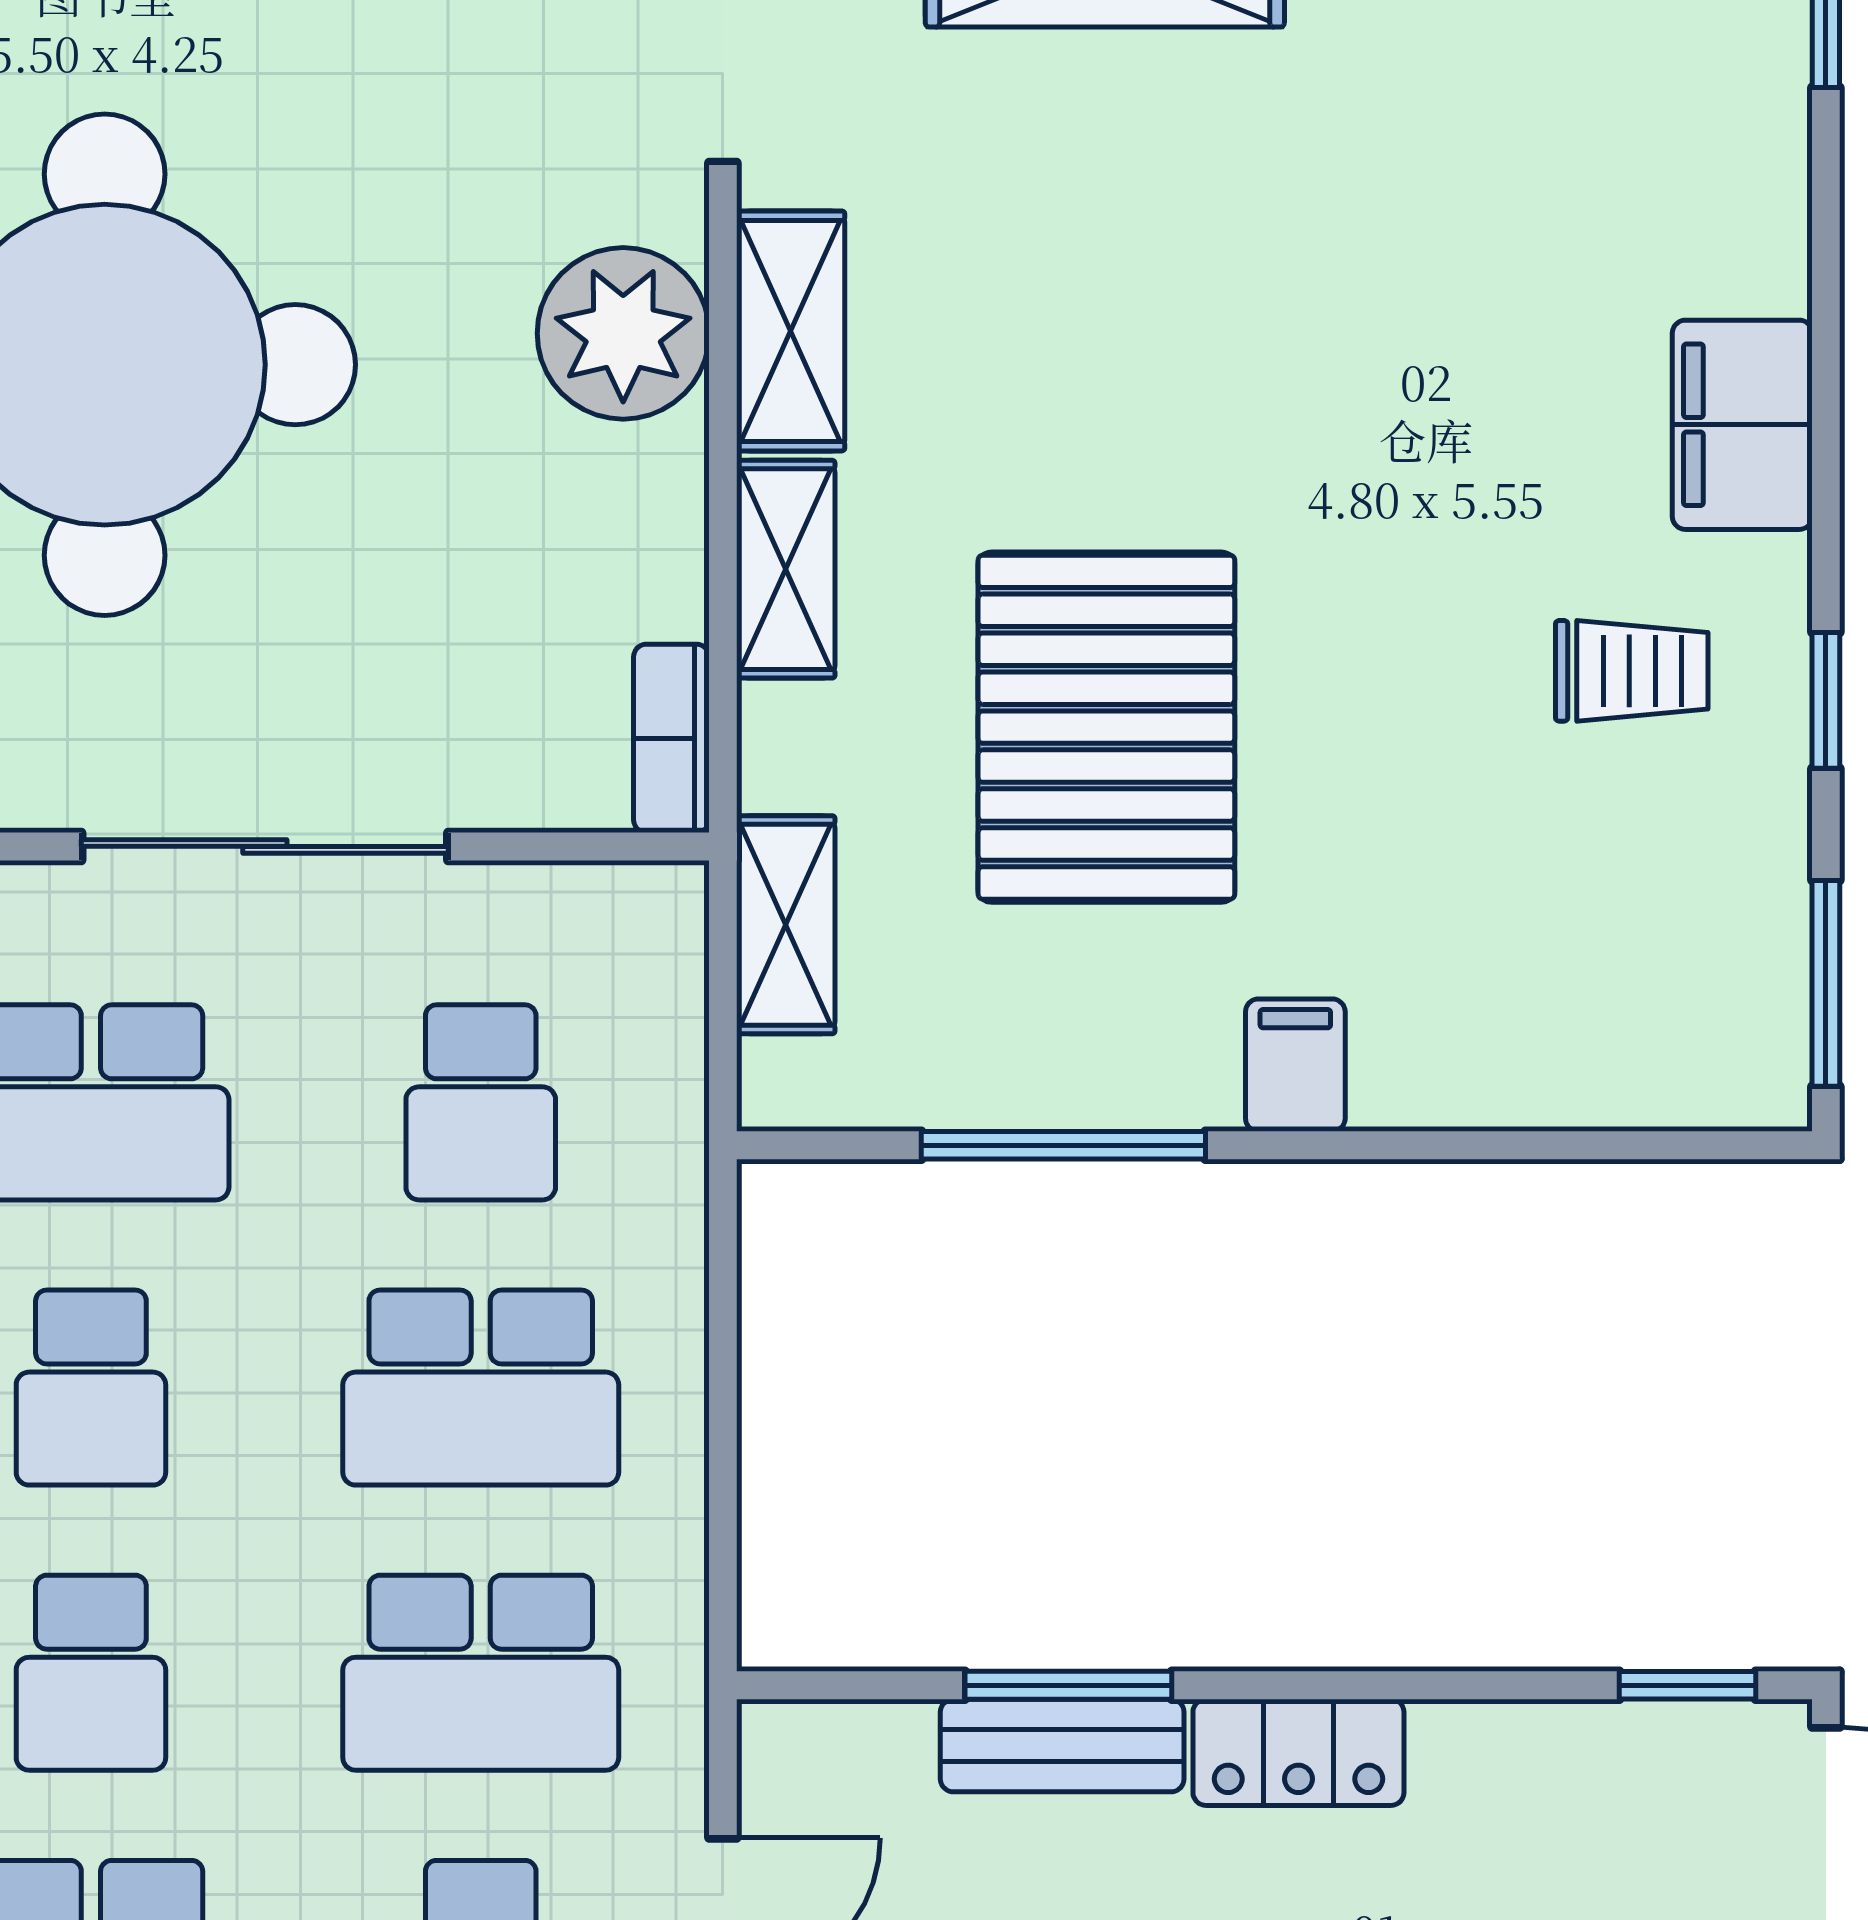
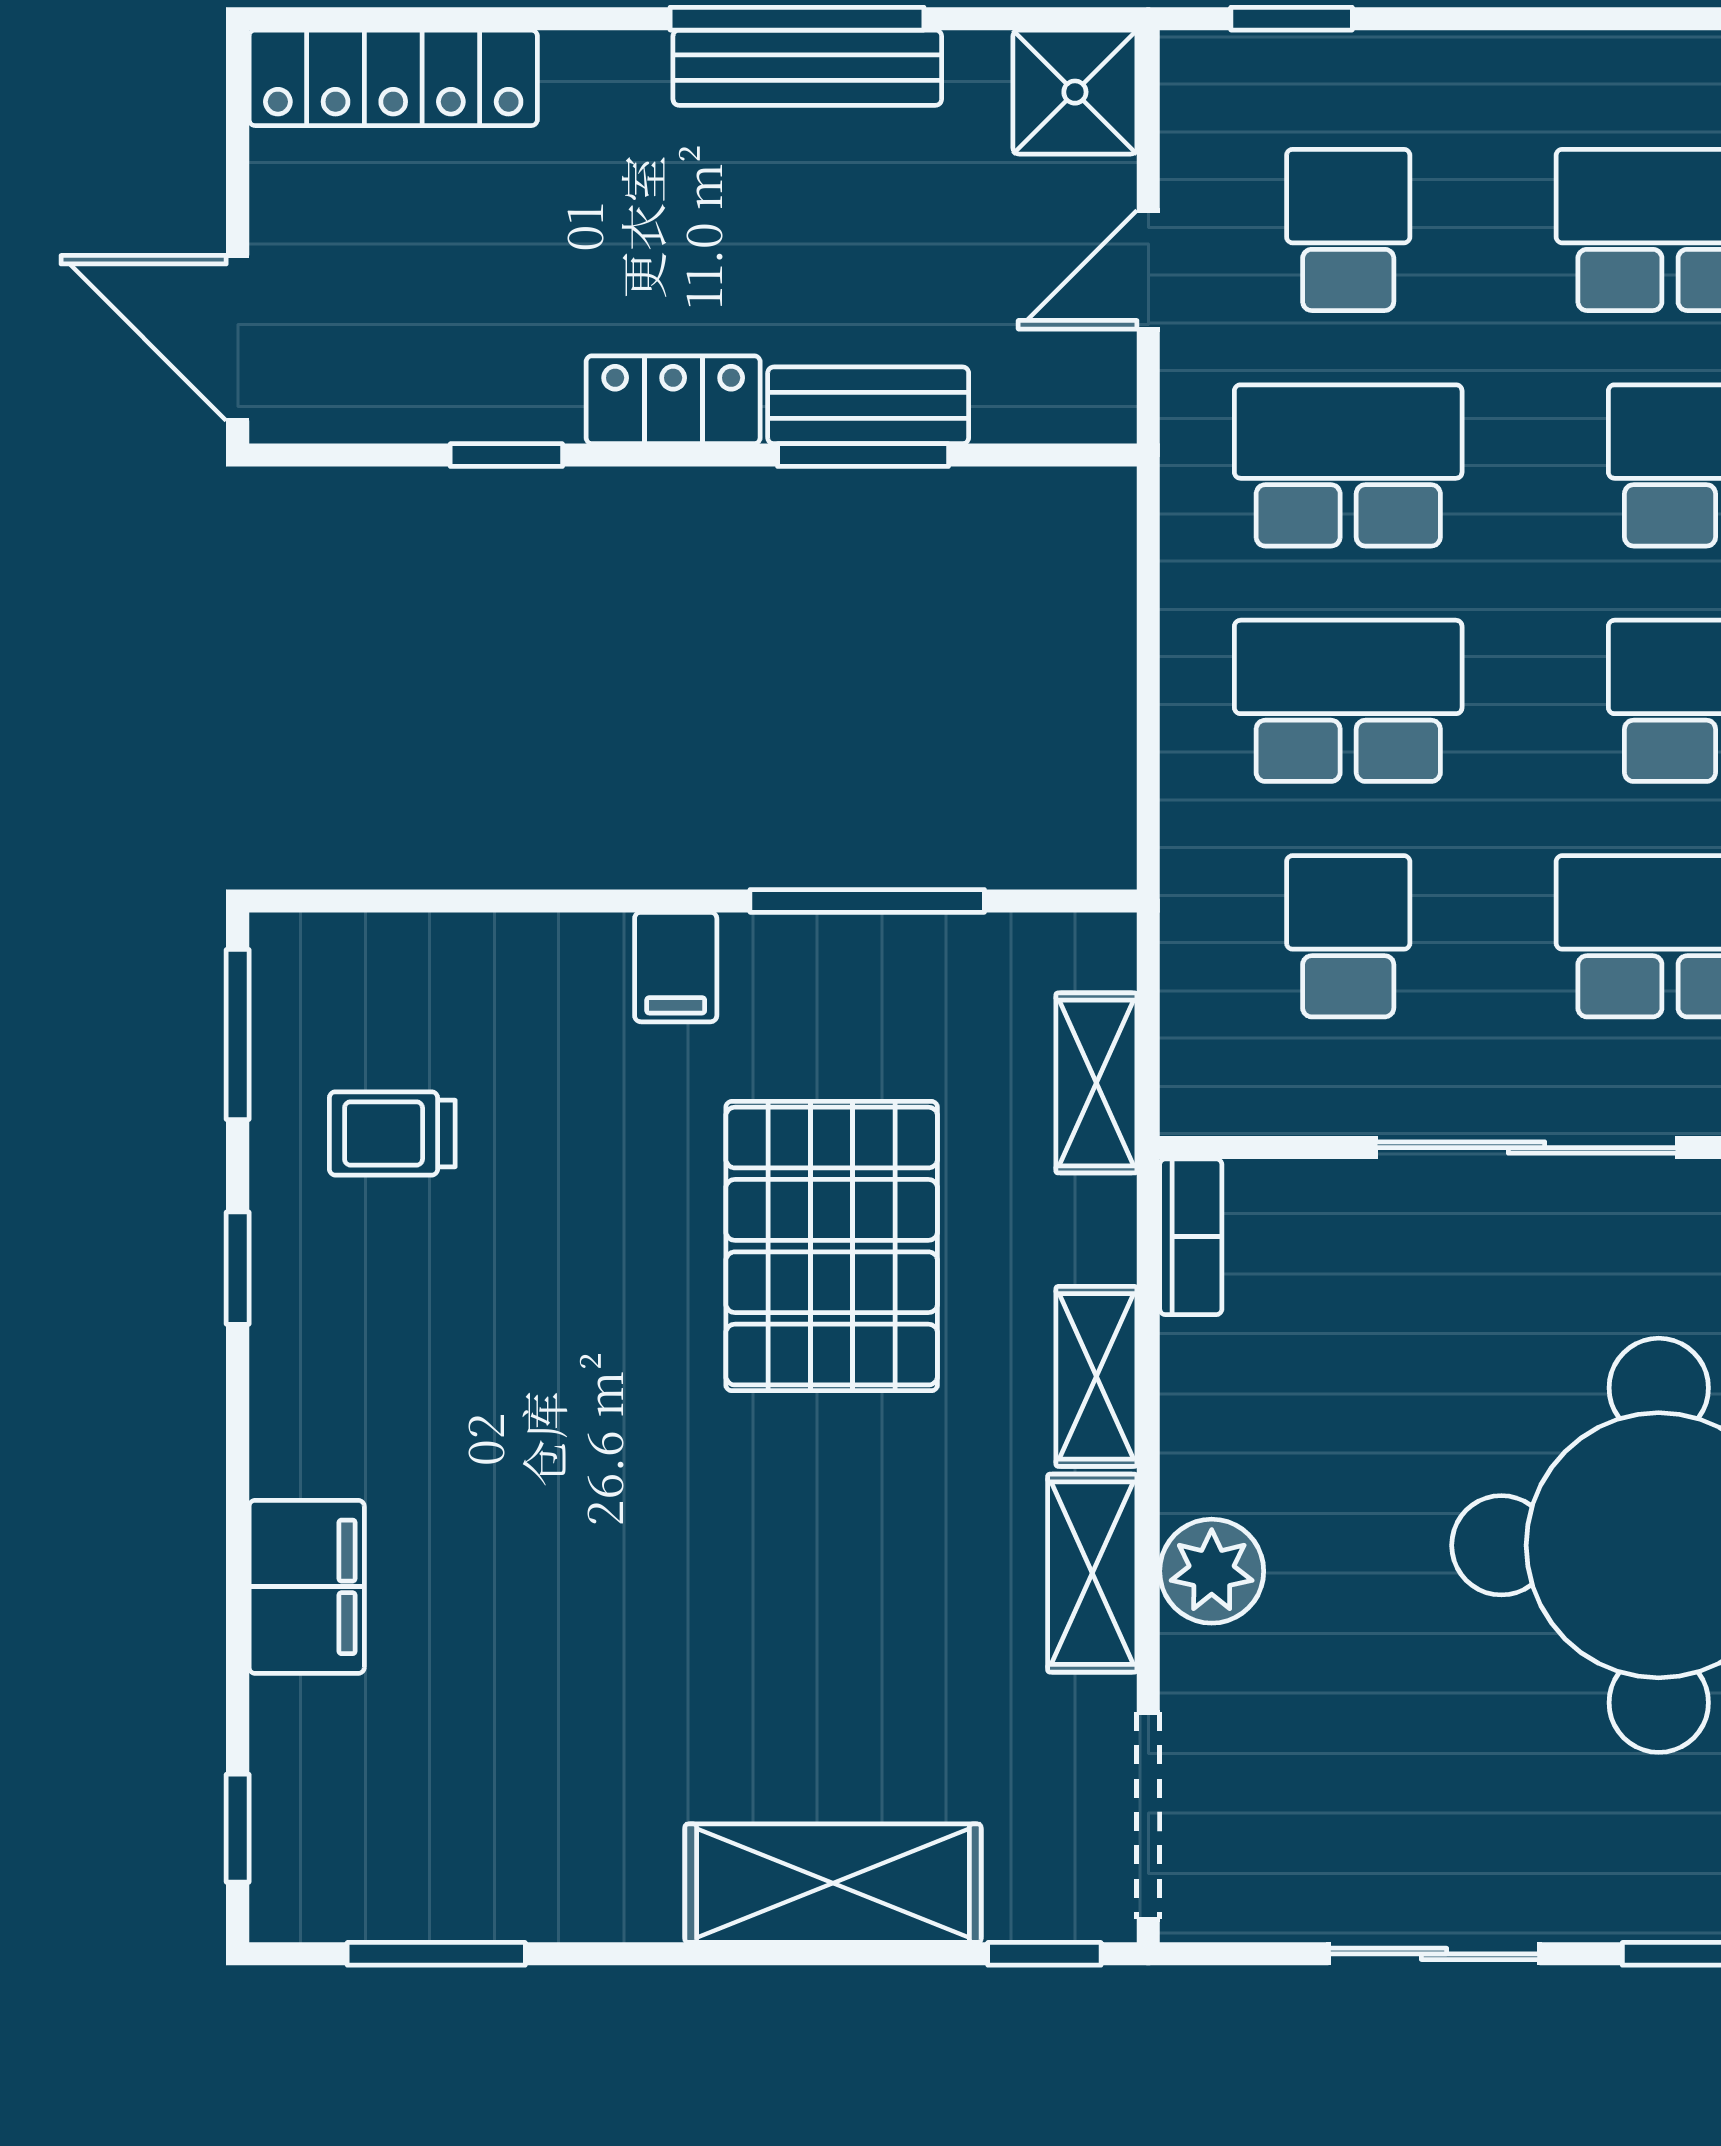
plant: (623, 333) -> (1212, 1571), width x0.73, depth x0.73
filing cabinet: (1742, 425) -> (307, 1587), moved
trolley: (1632, 671) -> (392, 1133), moved
window: (1687, 1685) -> (506, 455), moved

